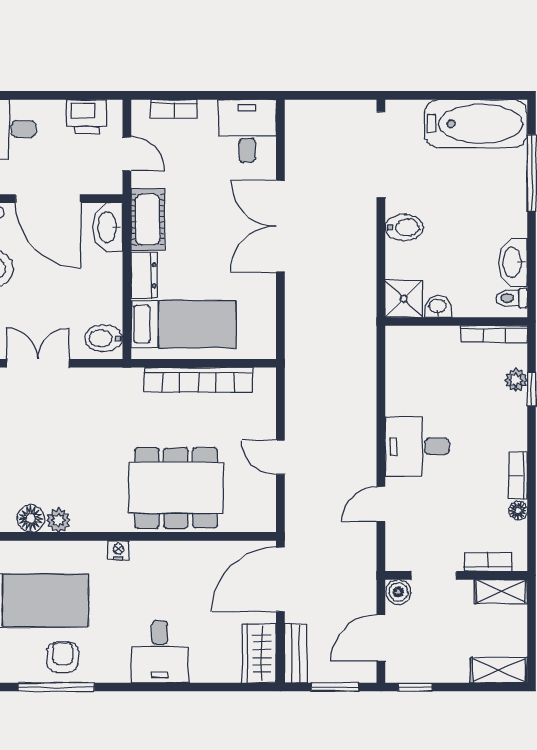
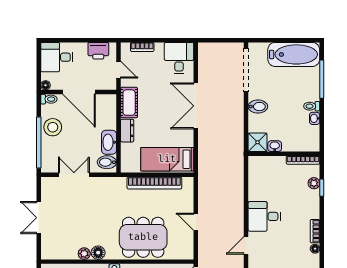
washbasin: (108, 227) -> (109, 142), moved
washbasin: (513, 262) -> (315, 118), width x0.52, depth x0.69
toilet: (512, 298) -> (312, 106), moved
bed: (184, 324) -> (167, 159), moved, turned 180
floor lamp: (31, 518) -> (98, 253), moved

